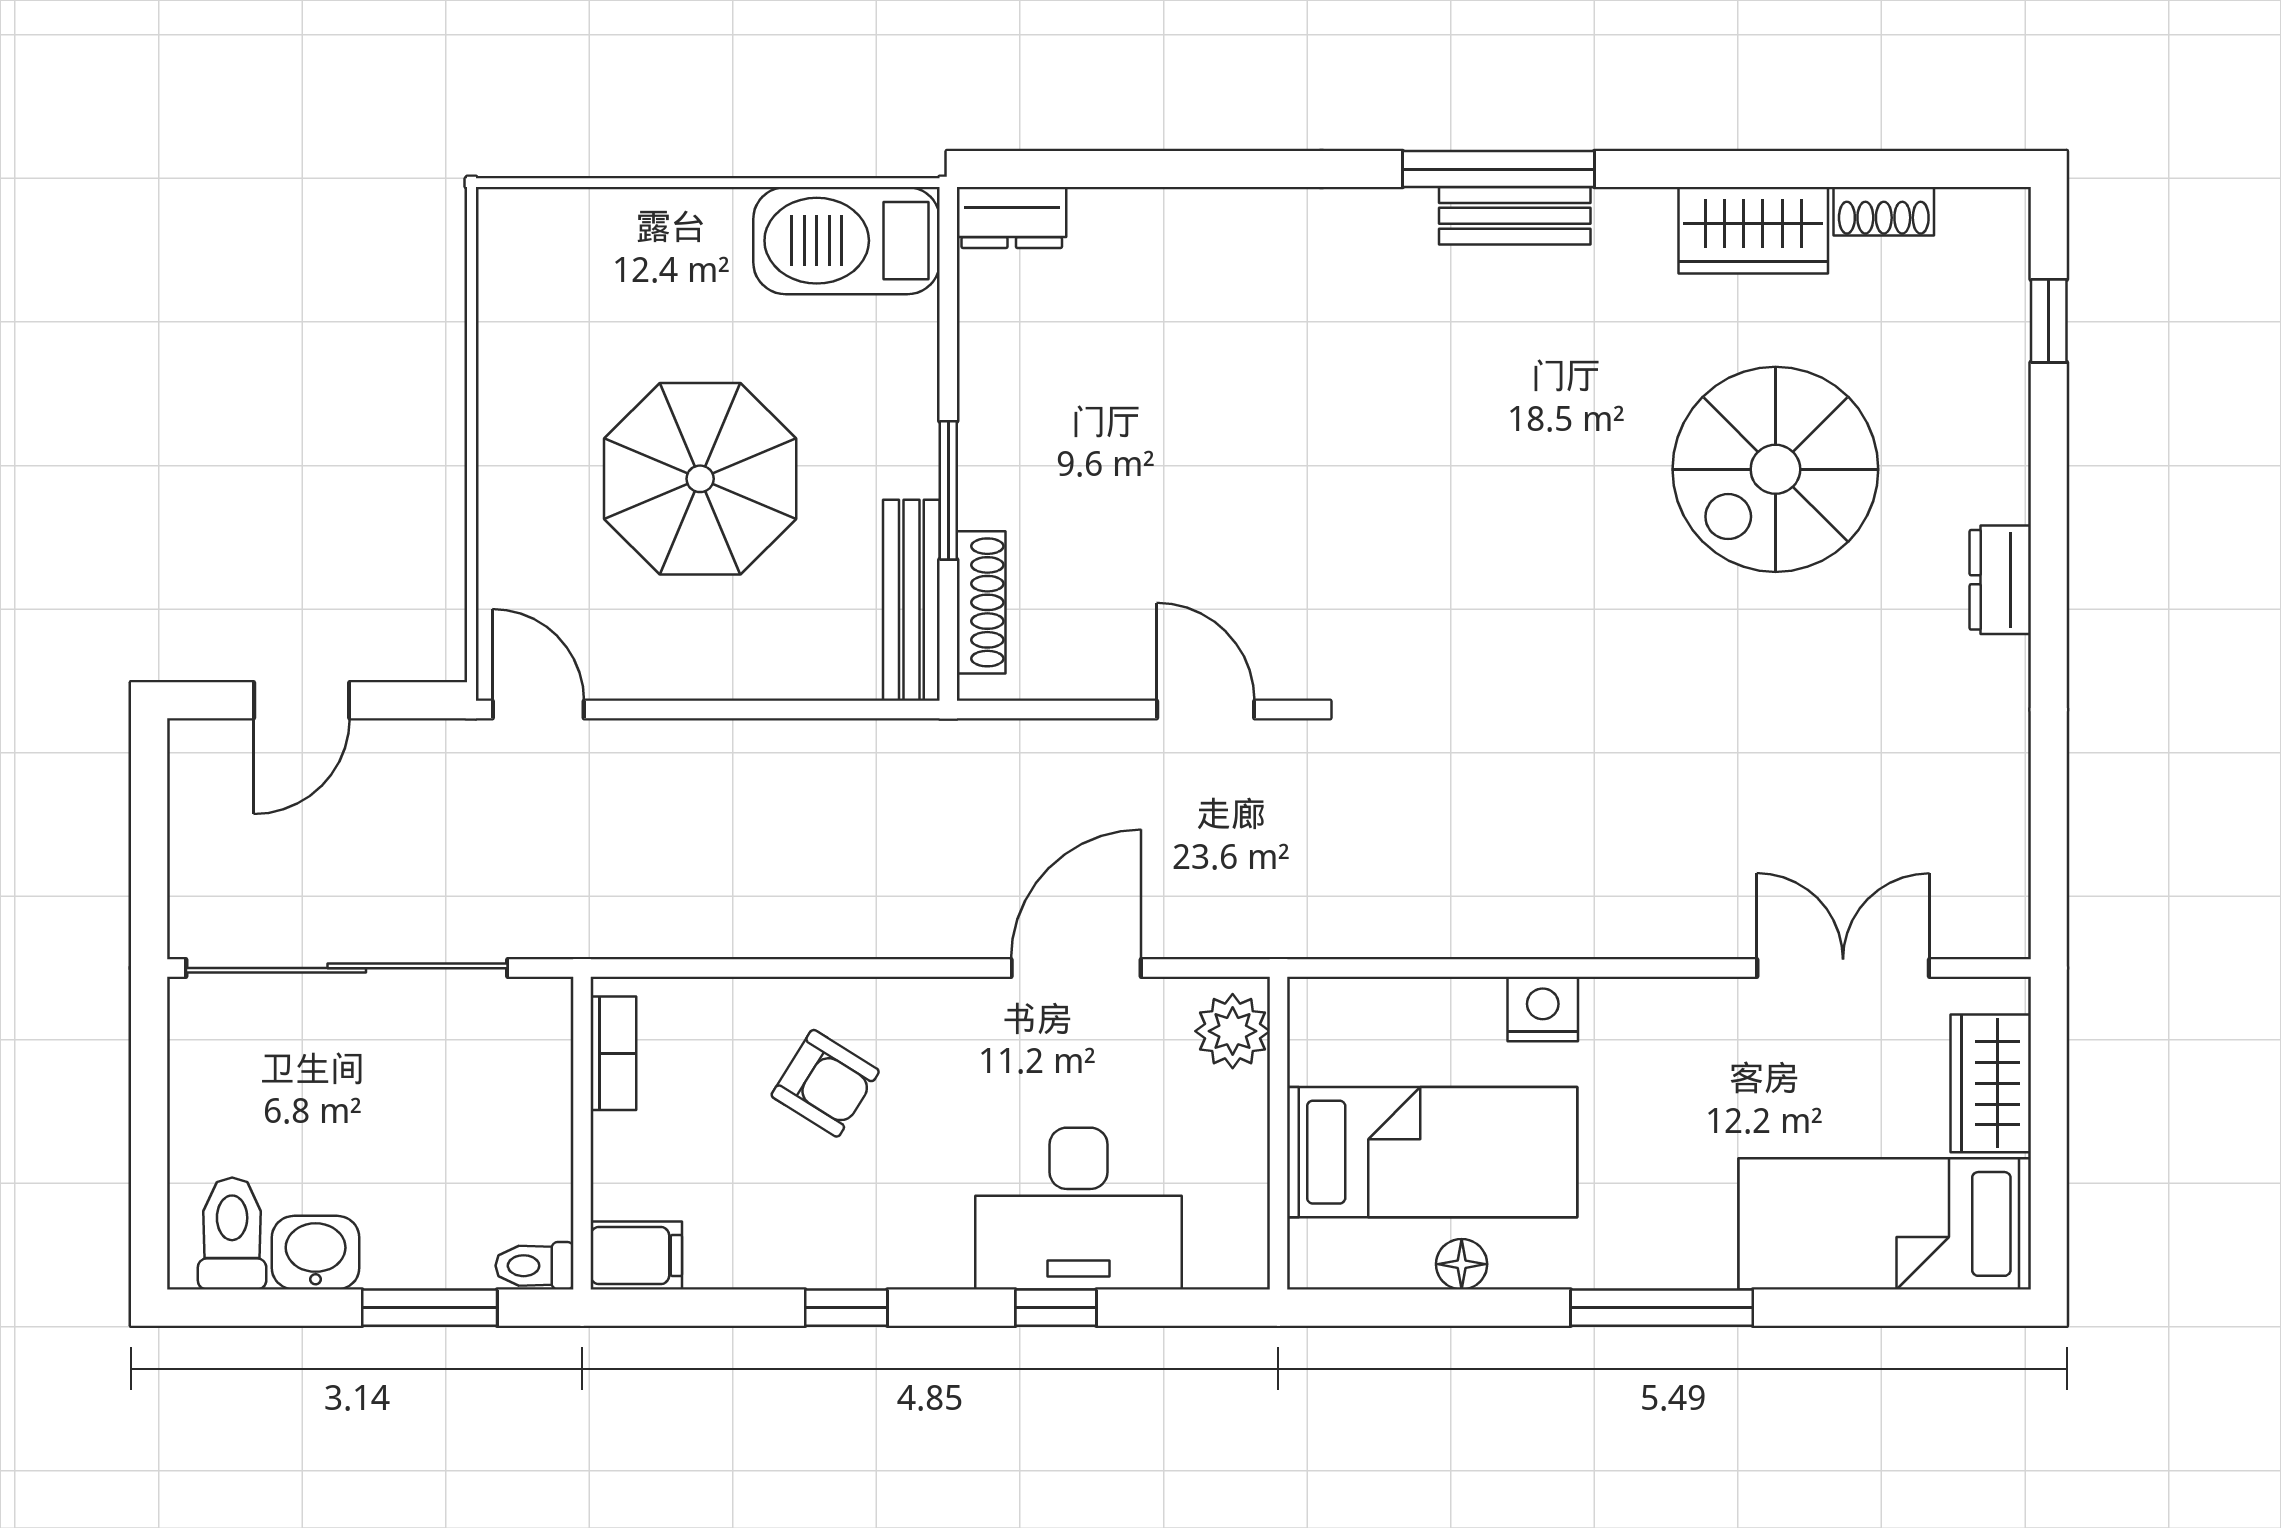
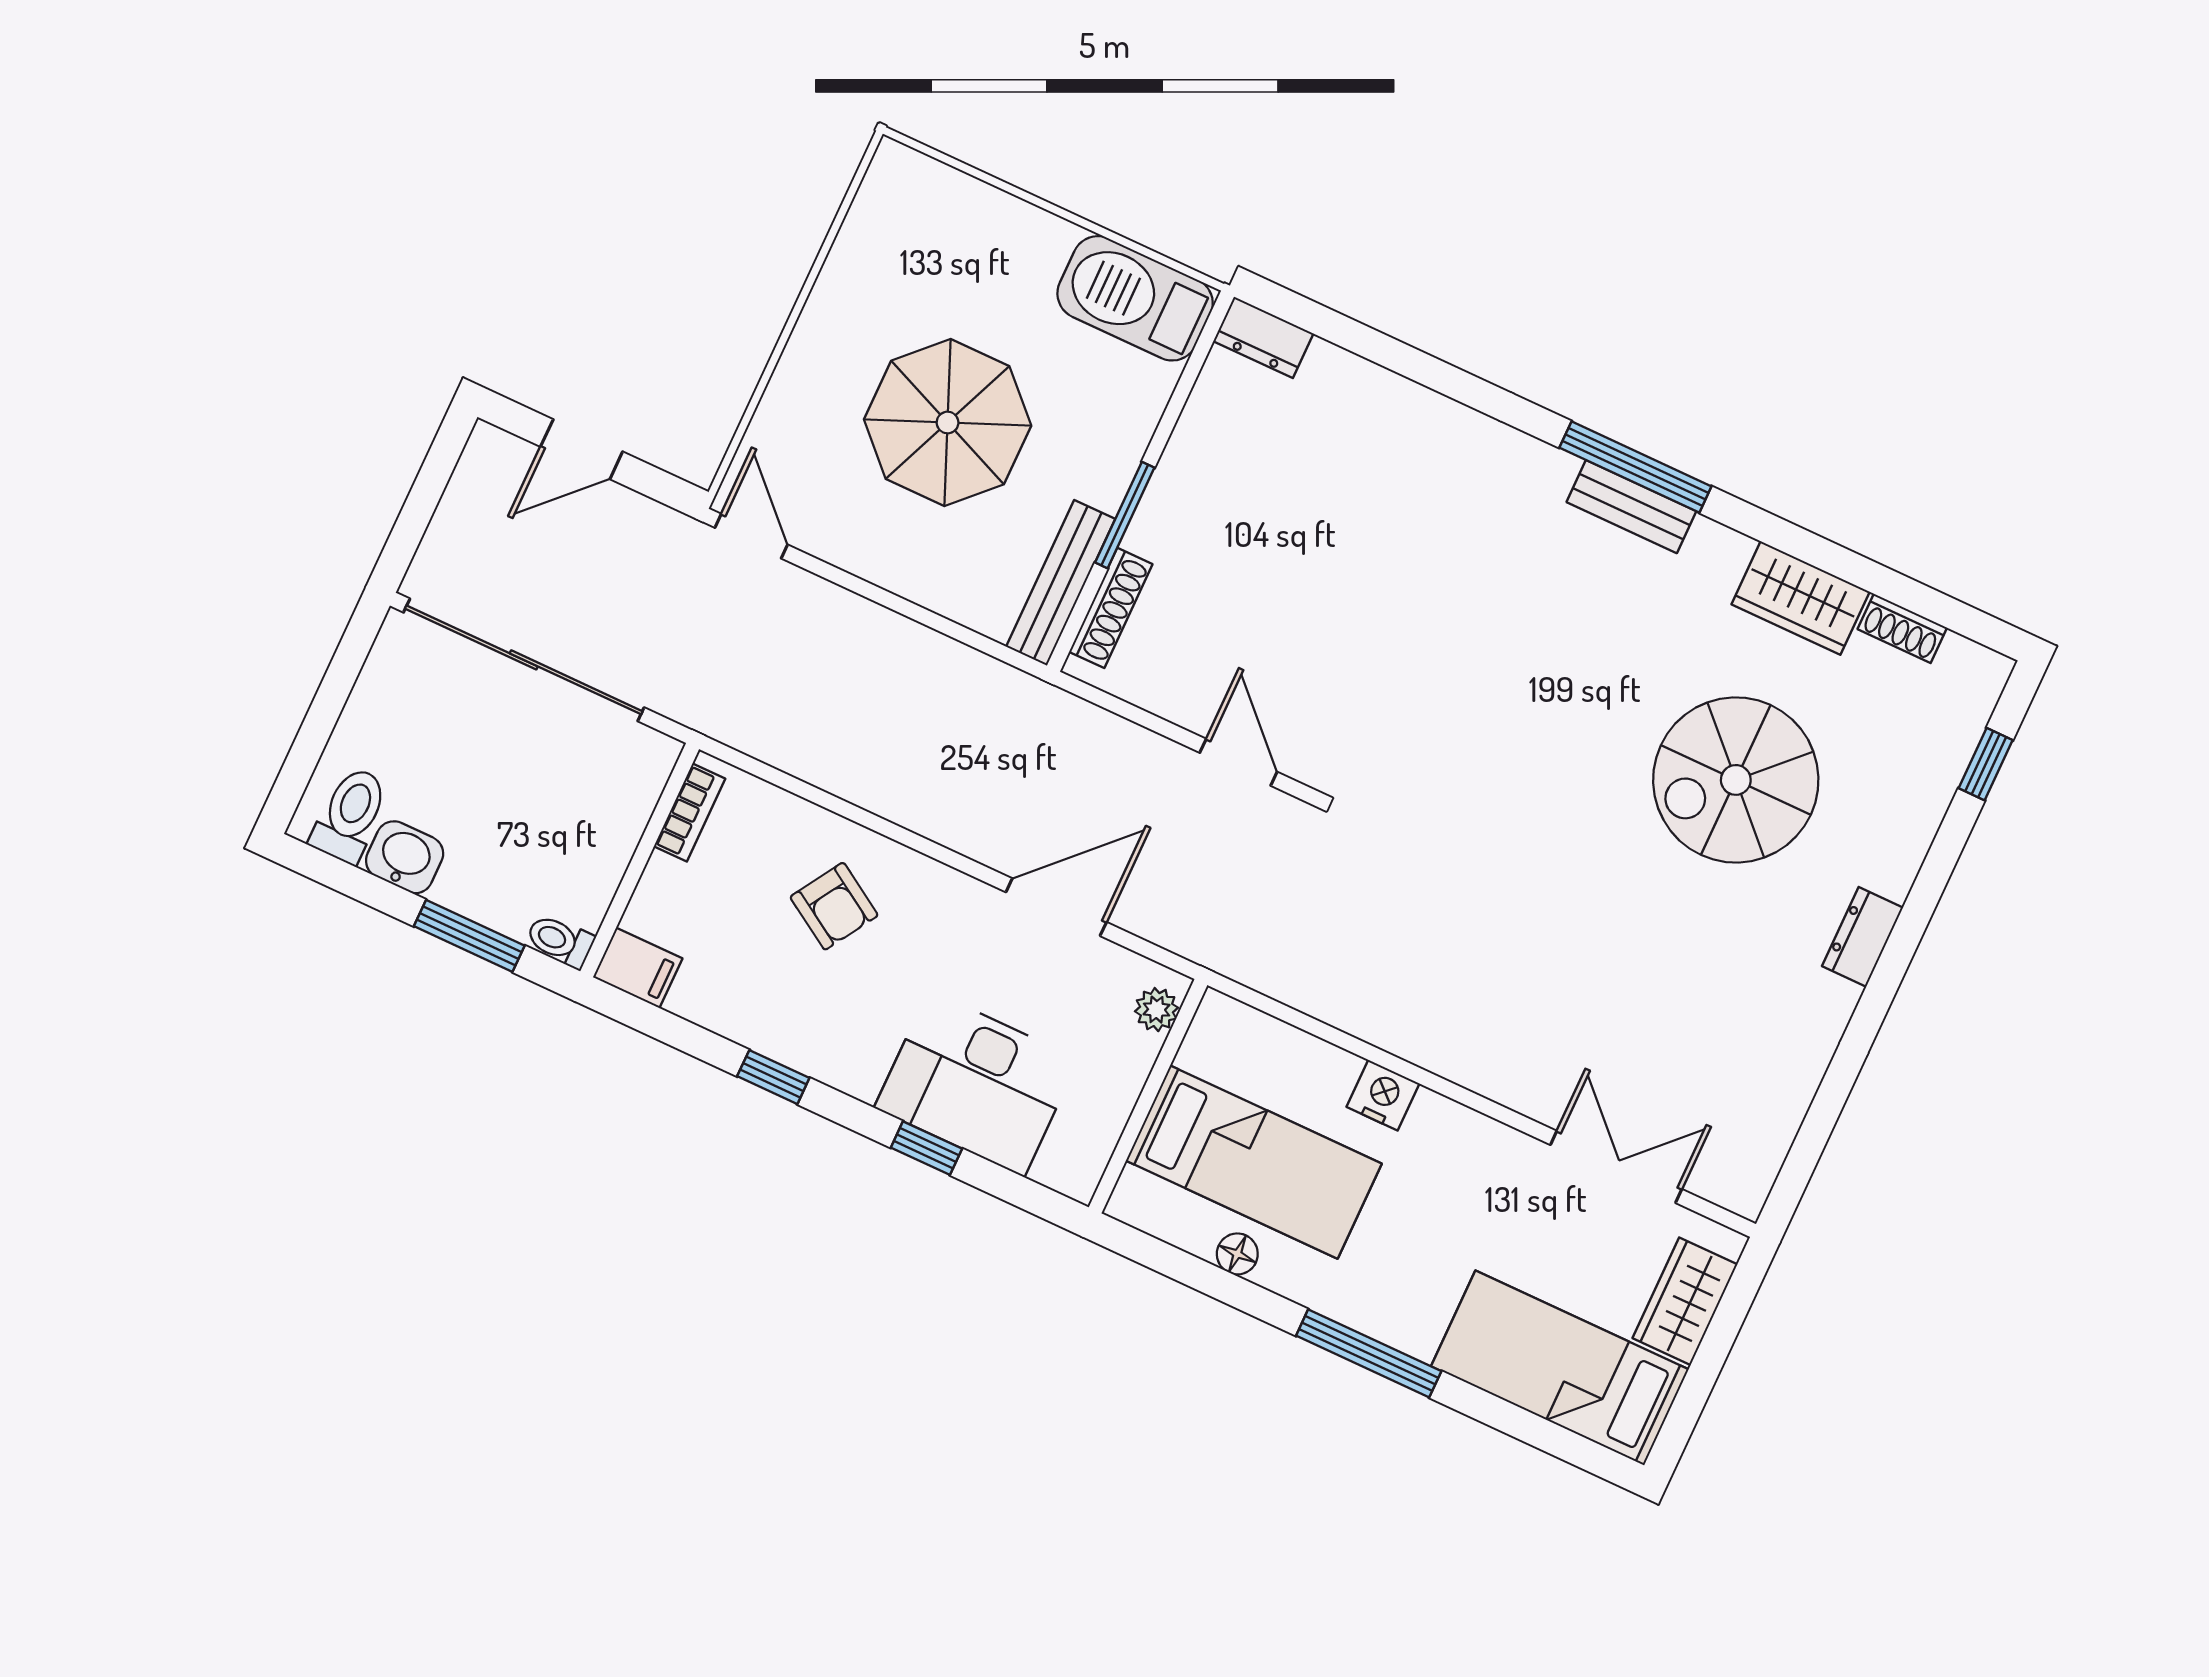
plant: (1233, 1031) -> (1157, 1010), width x0.73, depth x0.73

